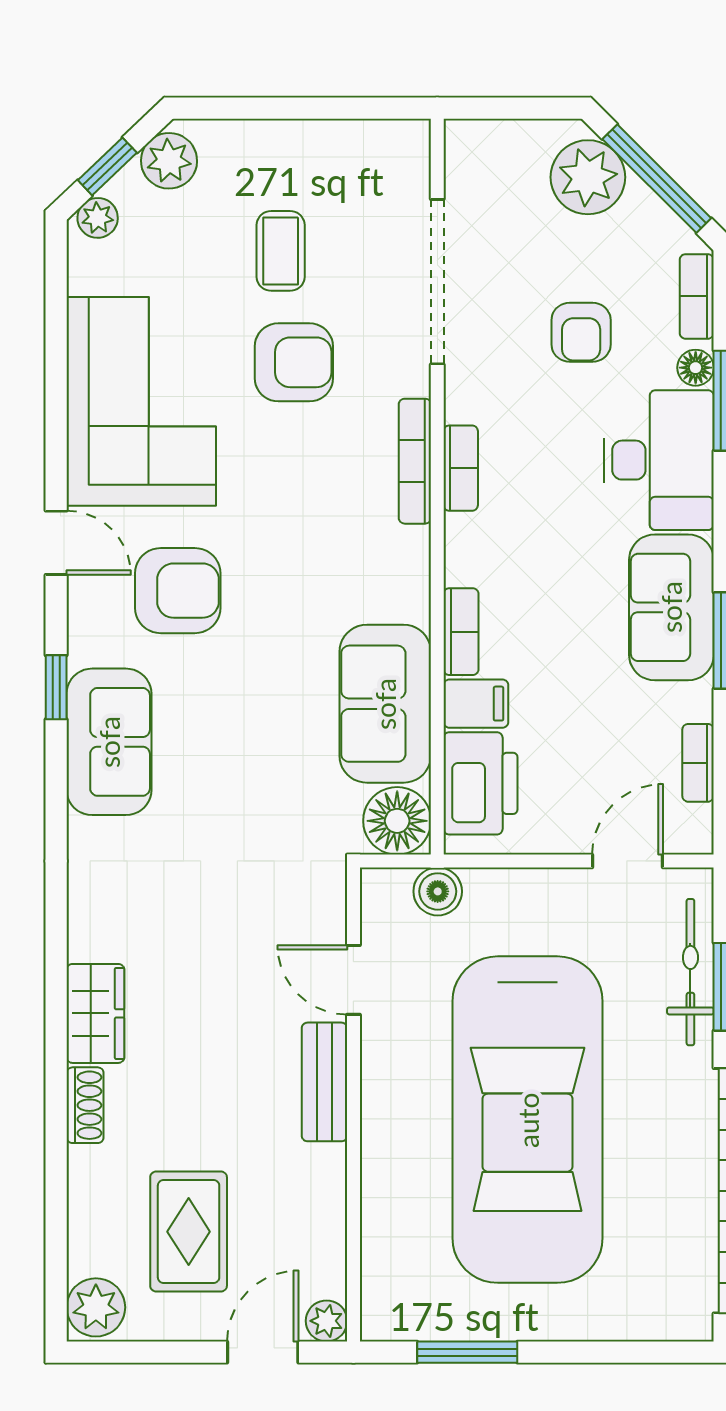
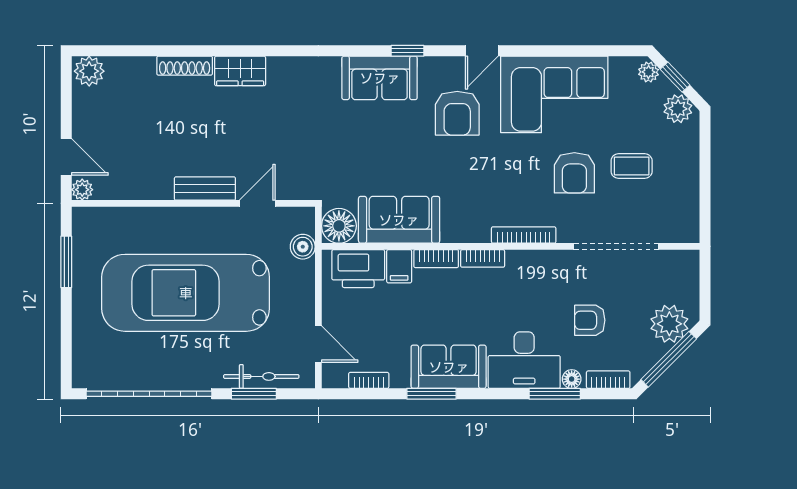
bookcase: (461, 468) -> (483, 258), moved
shoe rack: (85, 1105) -> (185, 66), width x1.43
rug: (189, 1232) -> (128, 119), removed

